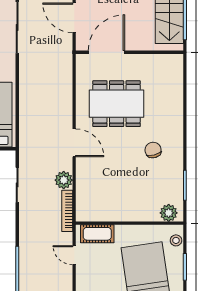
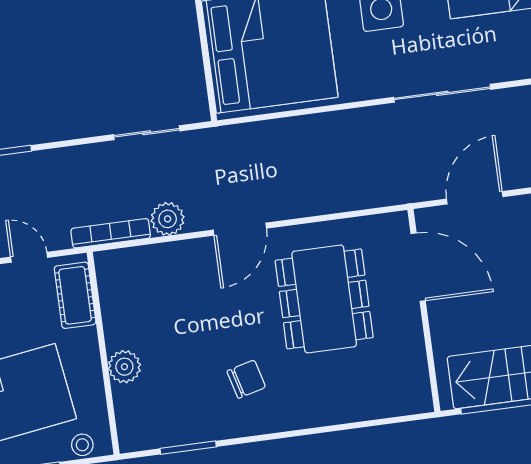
plant: (169, 213) -> (124, 367), moved
door: (74, 255) -> (29, 257), hinge flipped

